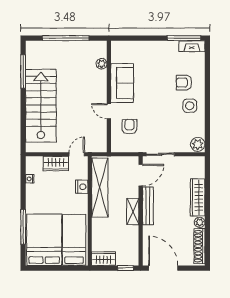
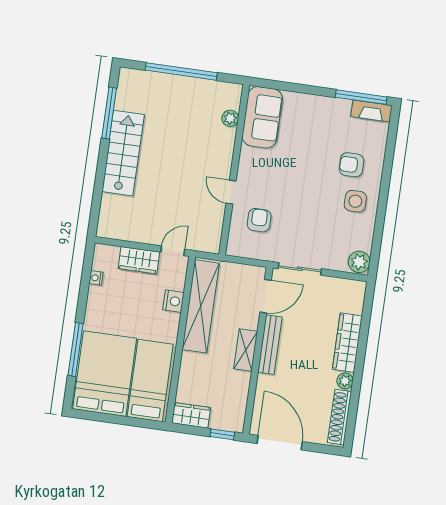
sofa: (122, 83) -> (262, 117), moved
stairs: (41, 106) -> (123, 153), width x0.73, depth x0.66

